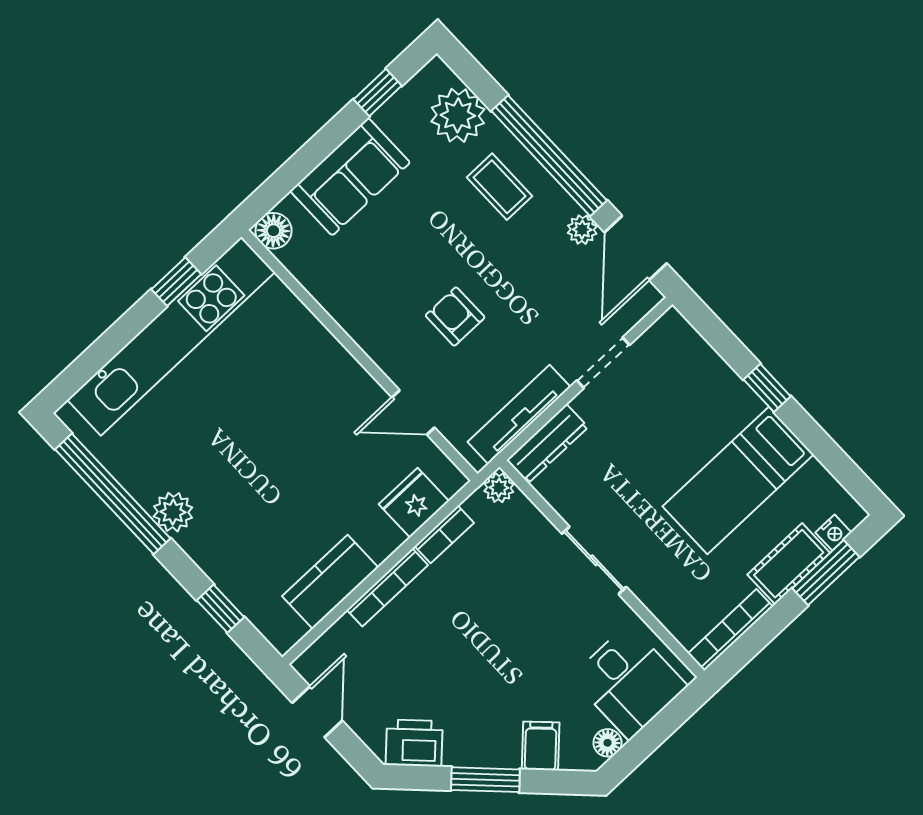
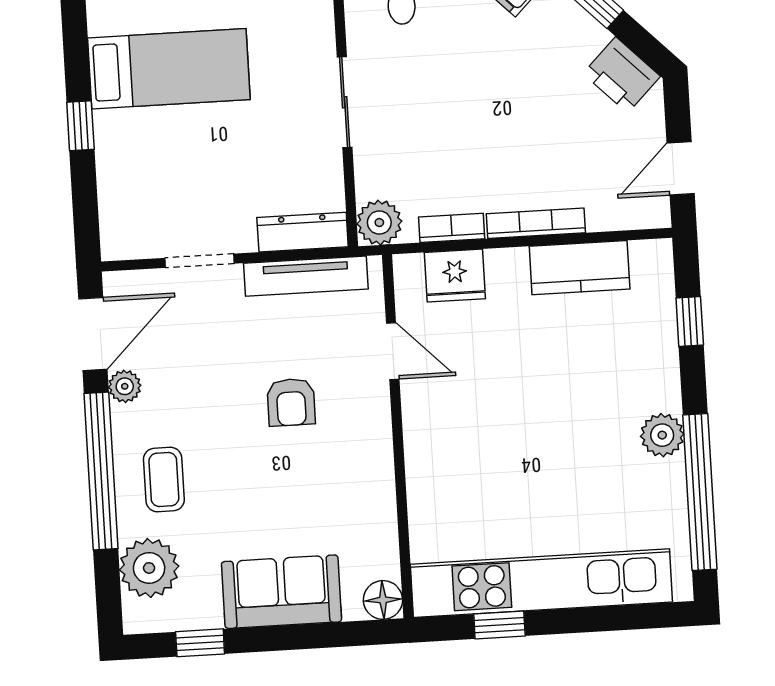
plant: (499, 488) -> (379, 223), width x1.38, depth x1.38

